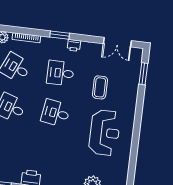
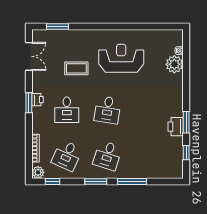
window: (60, 35) -> (29, 103), moved

